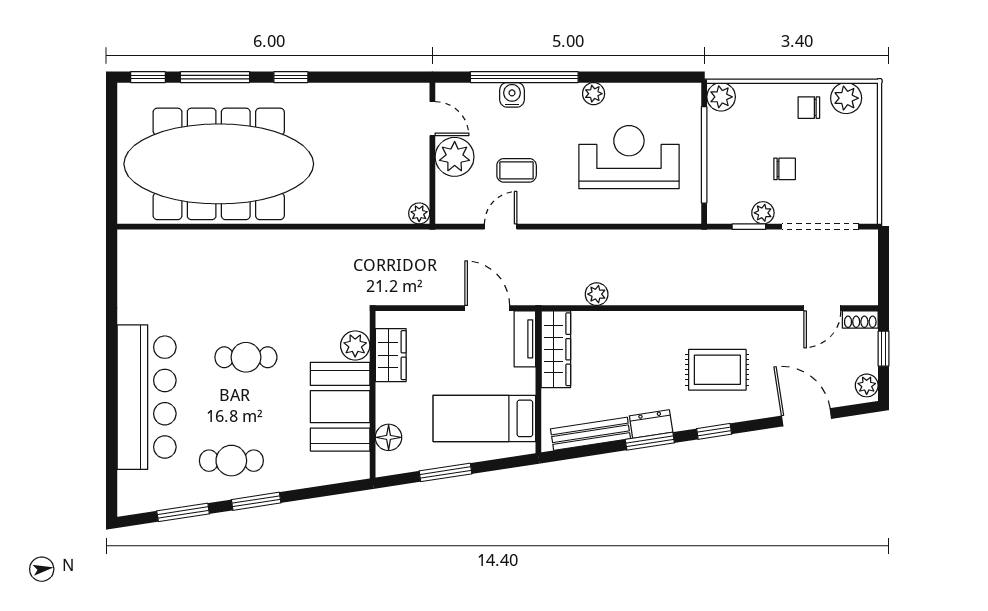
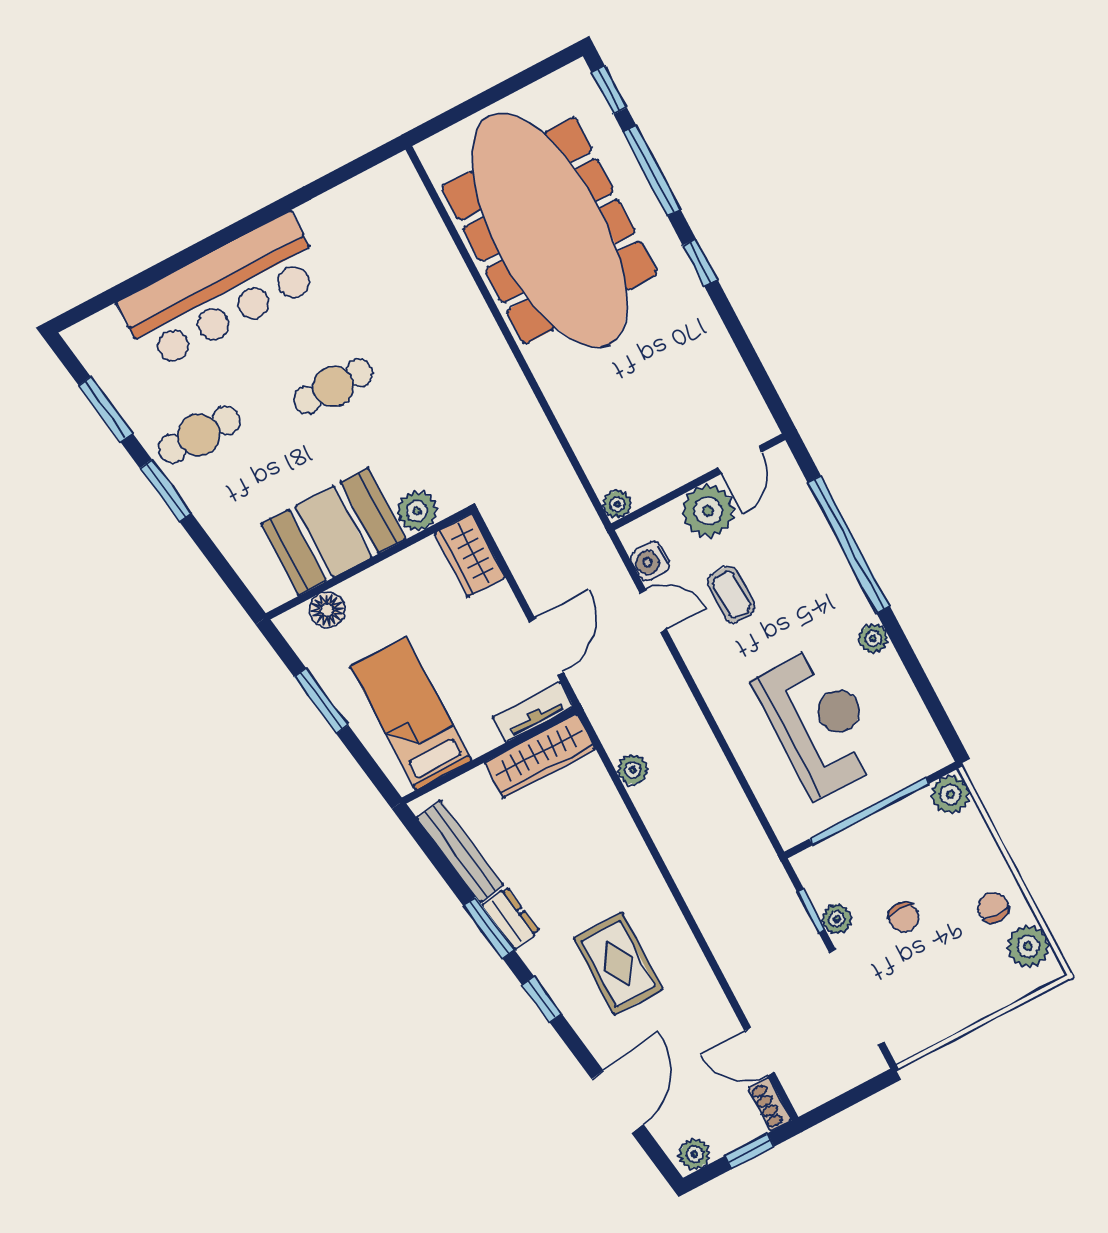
water cooler: (512, 95) -> (650, 561), moved, turned 180
wardrobe: (391, 355) -> (470, 555), moved, turned 90
cafe table: (246, 357) -> (333, 387), turned 90
cafe table: (231, 461) -> (199, 435), turned 90

